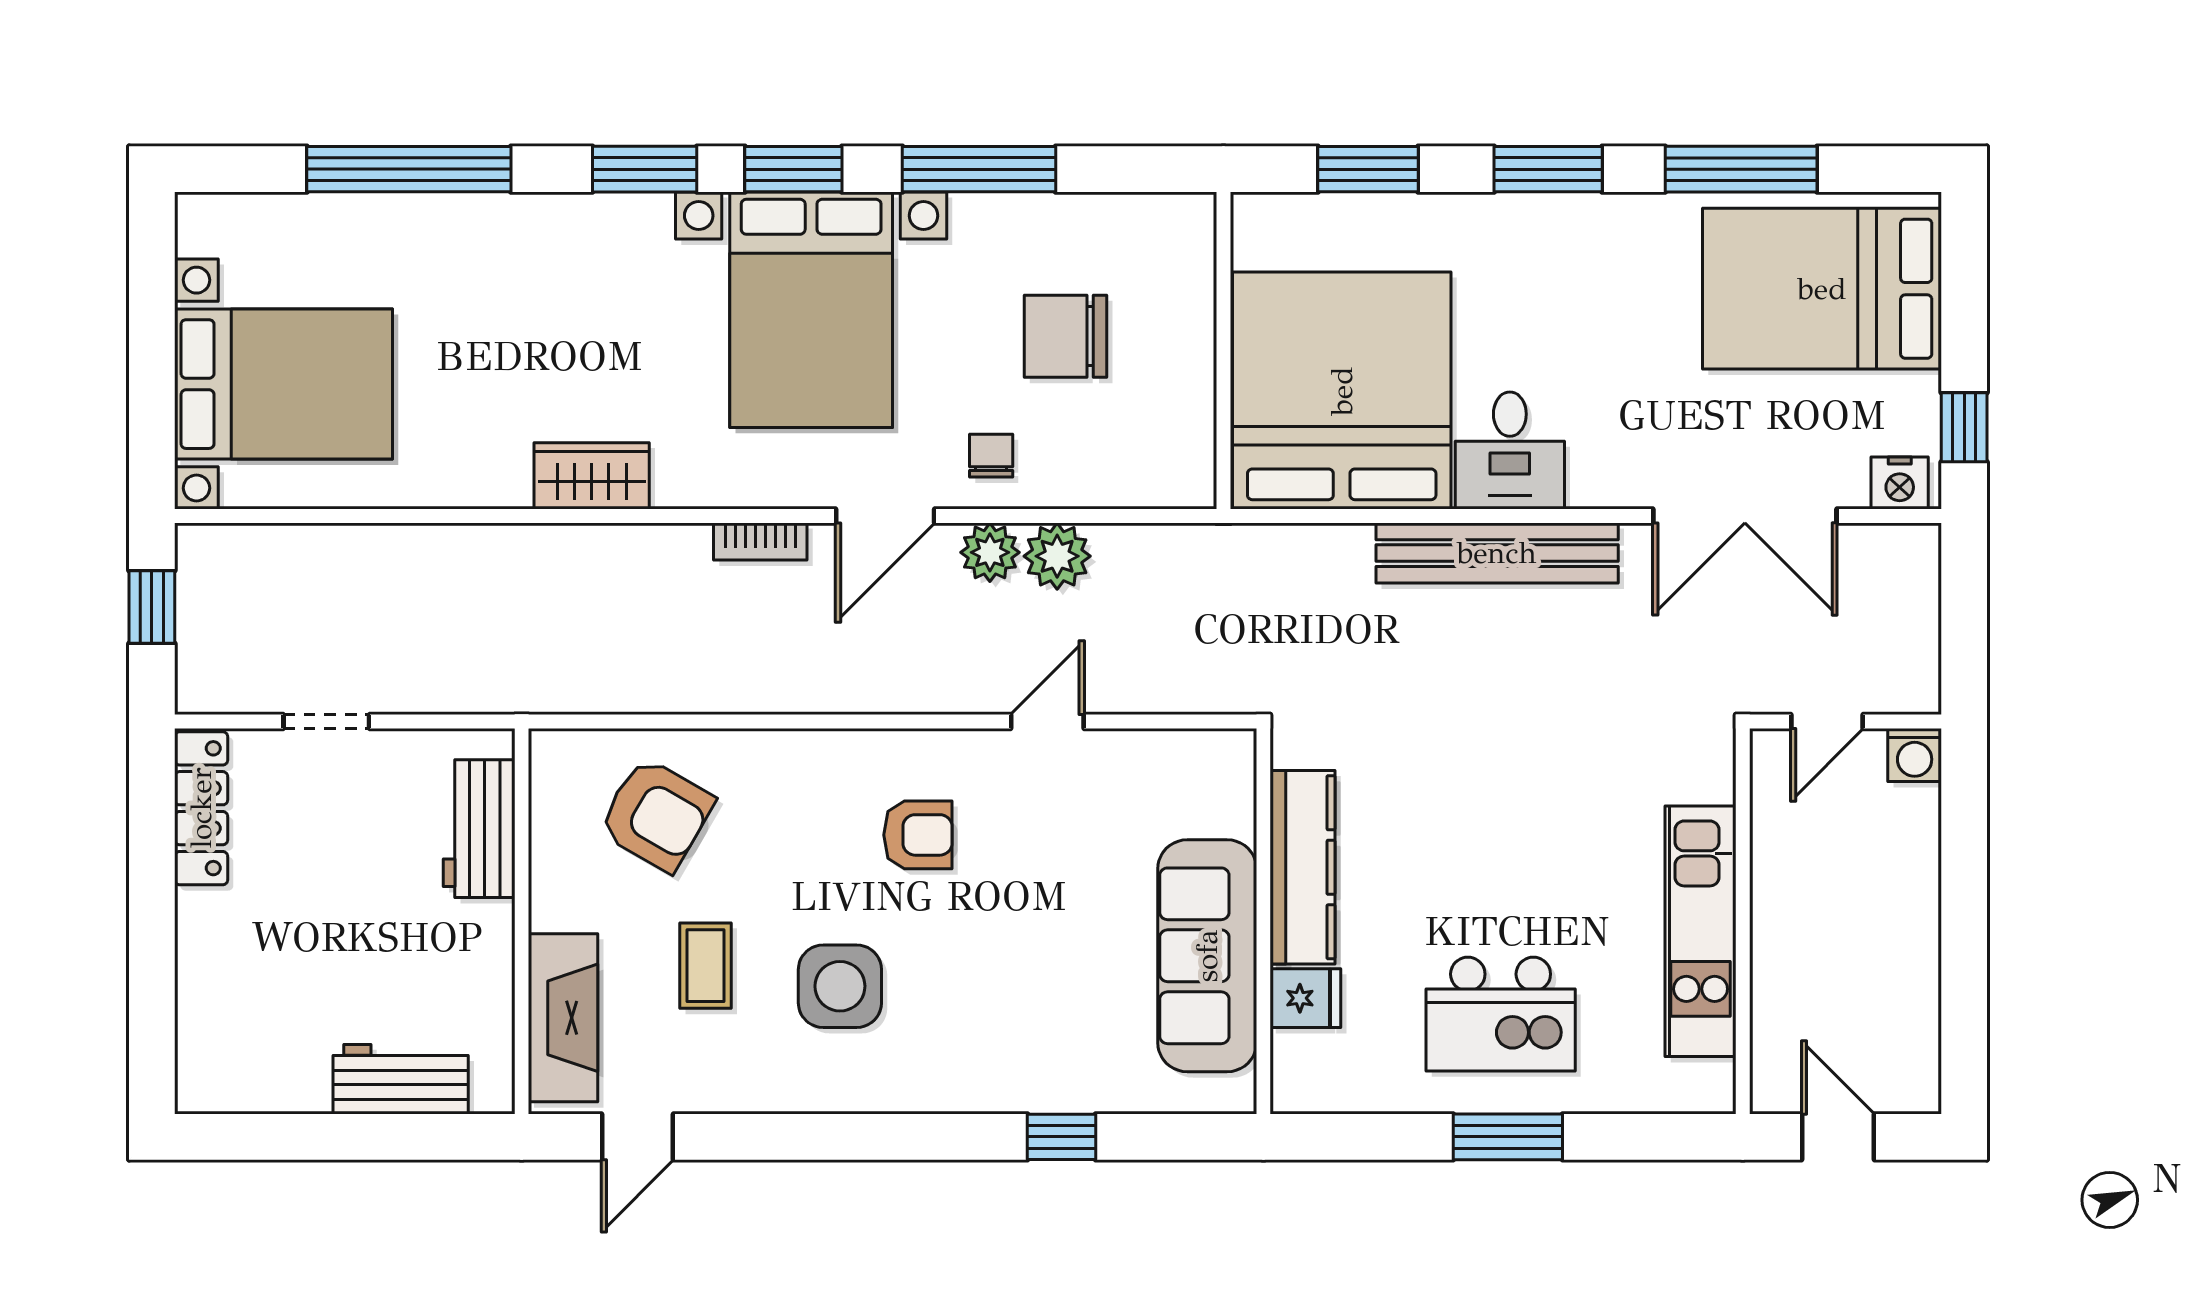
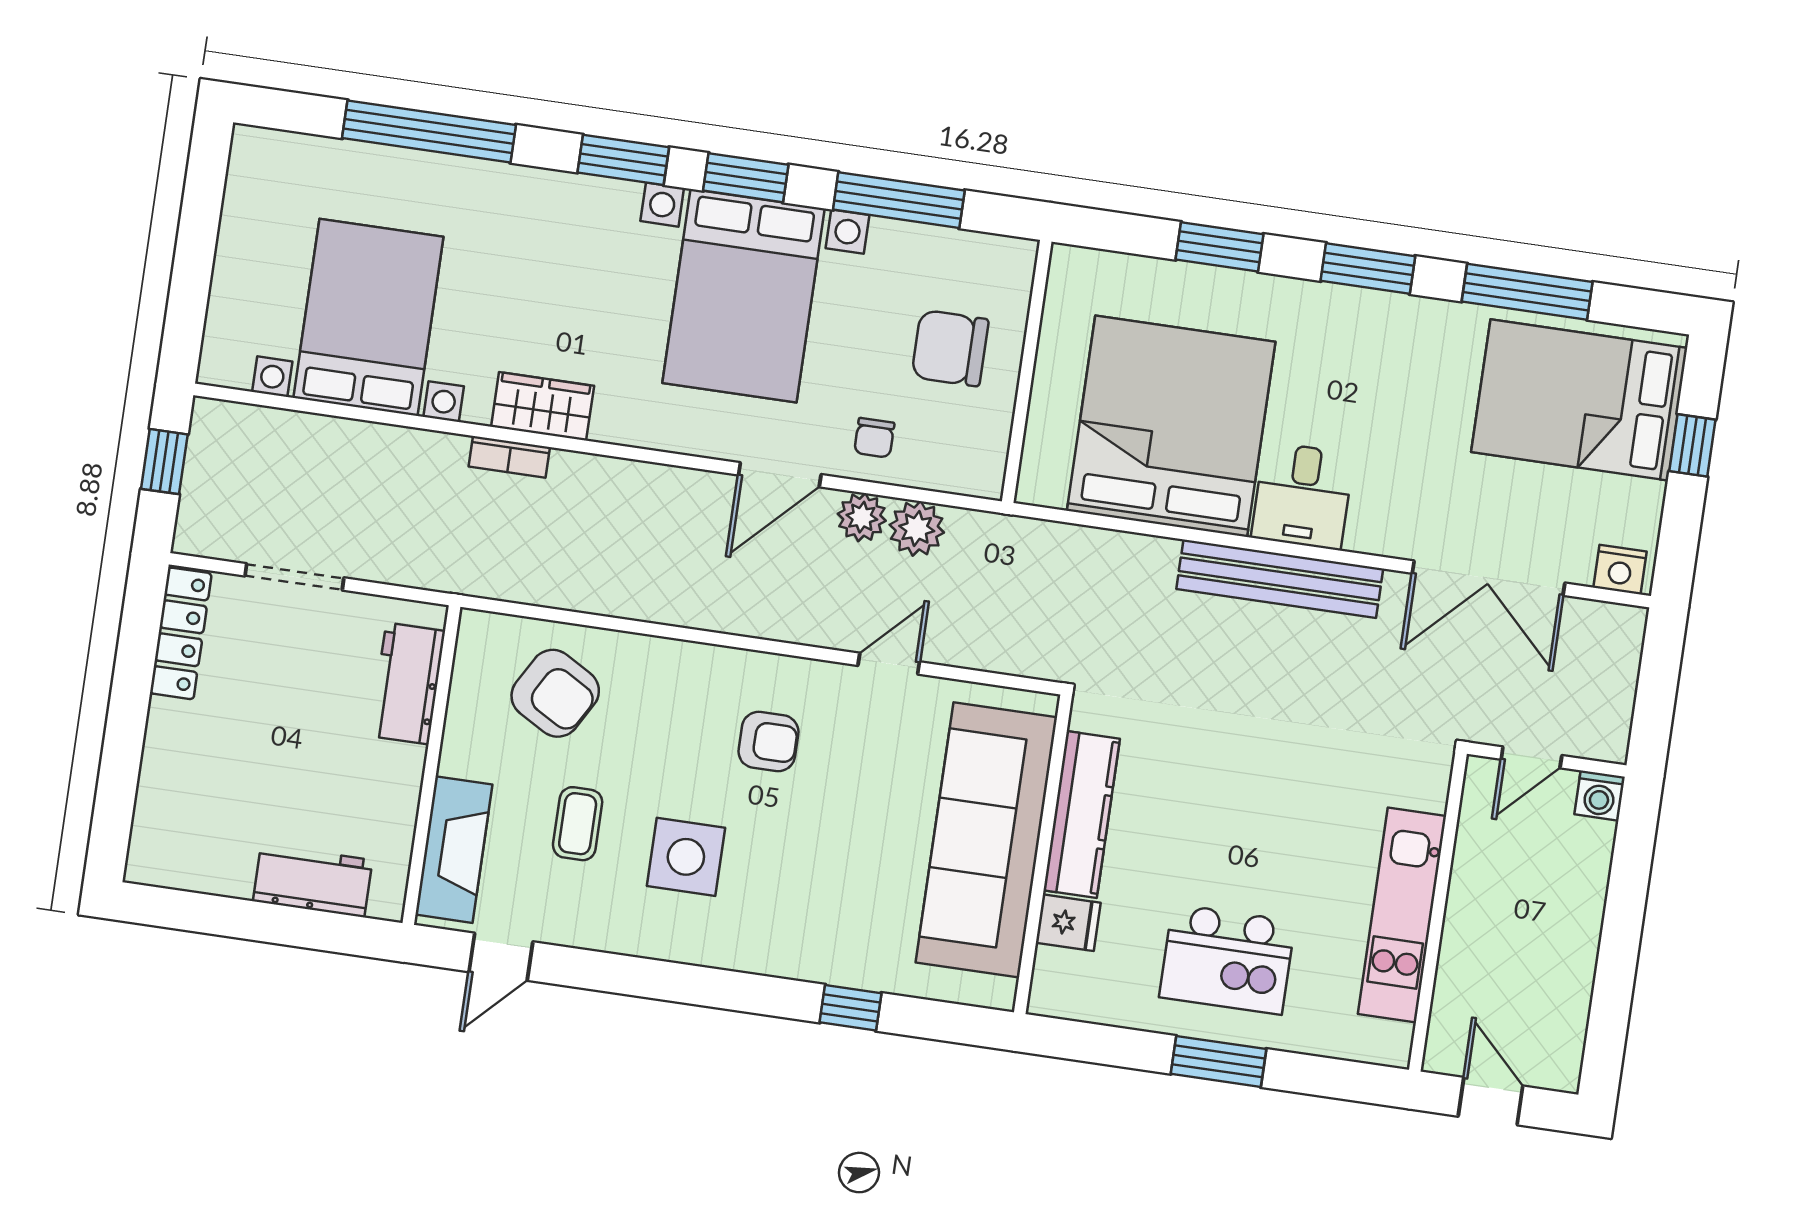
wall: (1223, 351) -> (1027, 371), moved
bed with nightstands: (284, 384) -> (368, 317), moved, turned -90
window: (1964, 427) -> (1692, 445), moved
chair: (991, 456) -> (874, 438), turned 180
bookcase: (760, 542) -> (509, 457), moved
doorway: (326, 722) -> (294, 577), width x1.38
sofa: (1207, 956) -> (986, 840), width x1.36, depth x1.27

